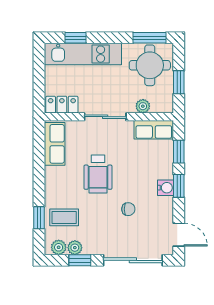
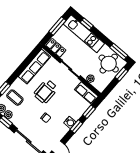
window: (39, 74) -> (57, 26), added
window: (179, 82) -> (122, 74), moved
row of seats: (55, 144) -> (34, 67), width x1.48

